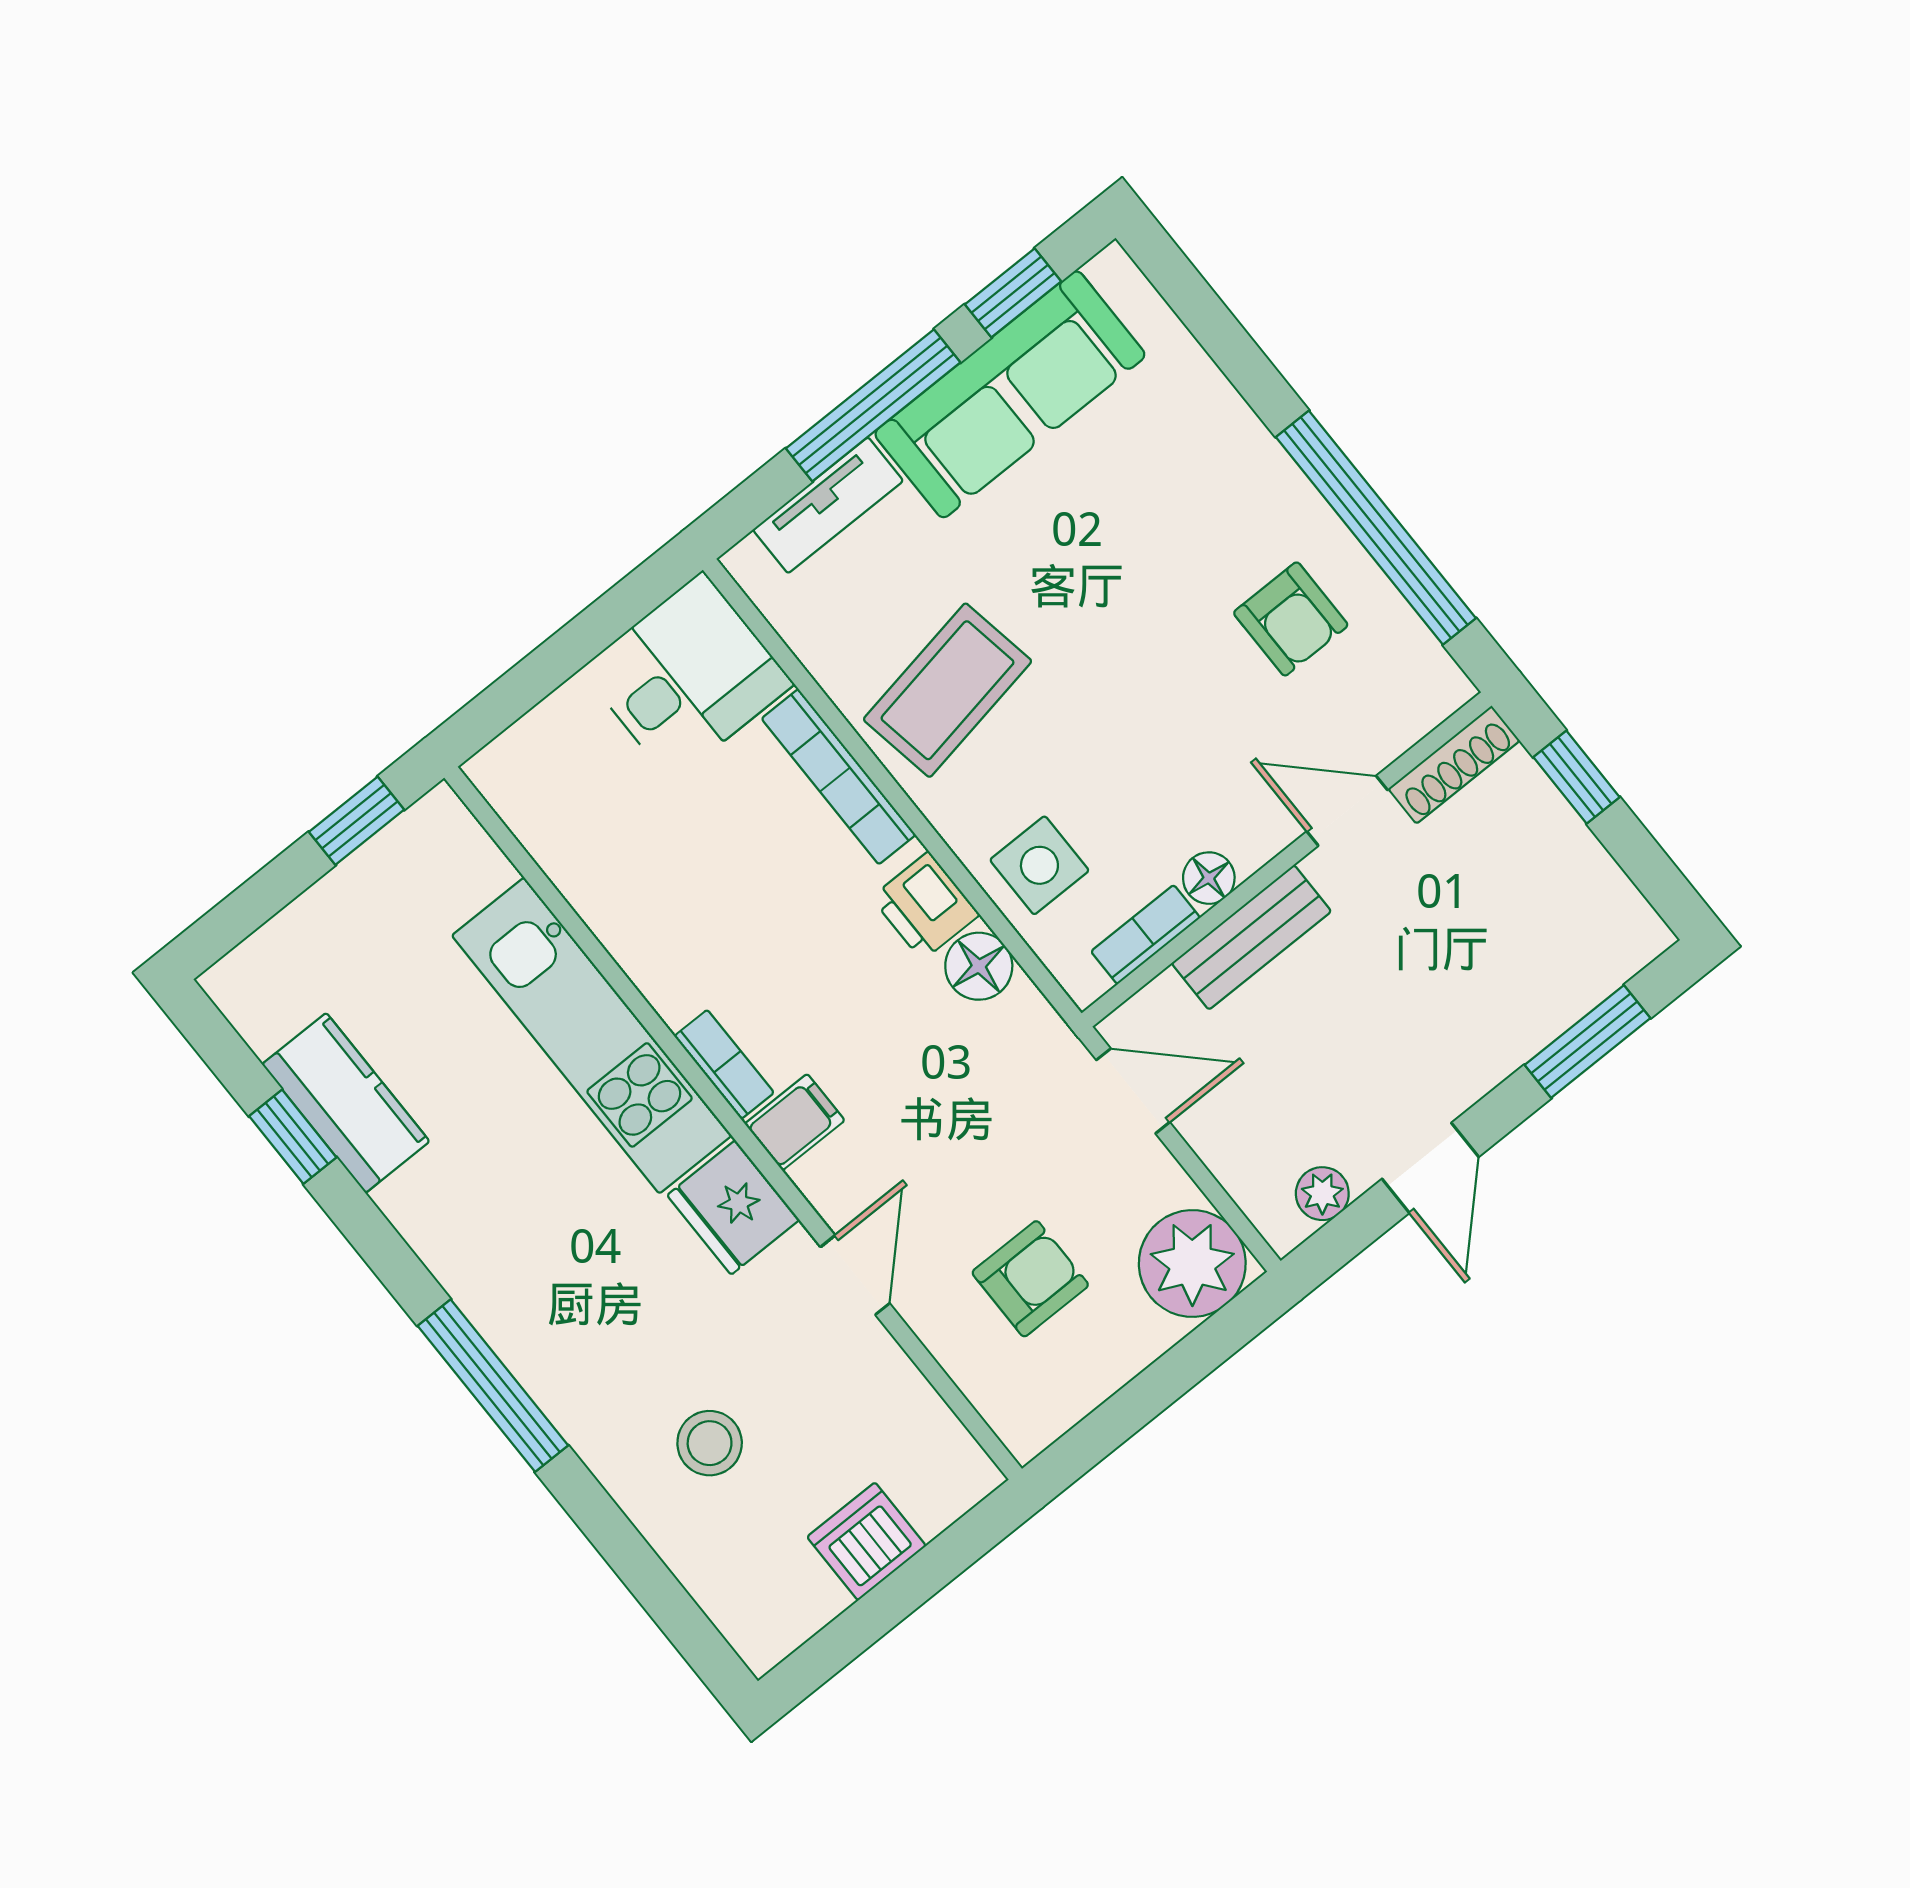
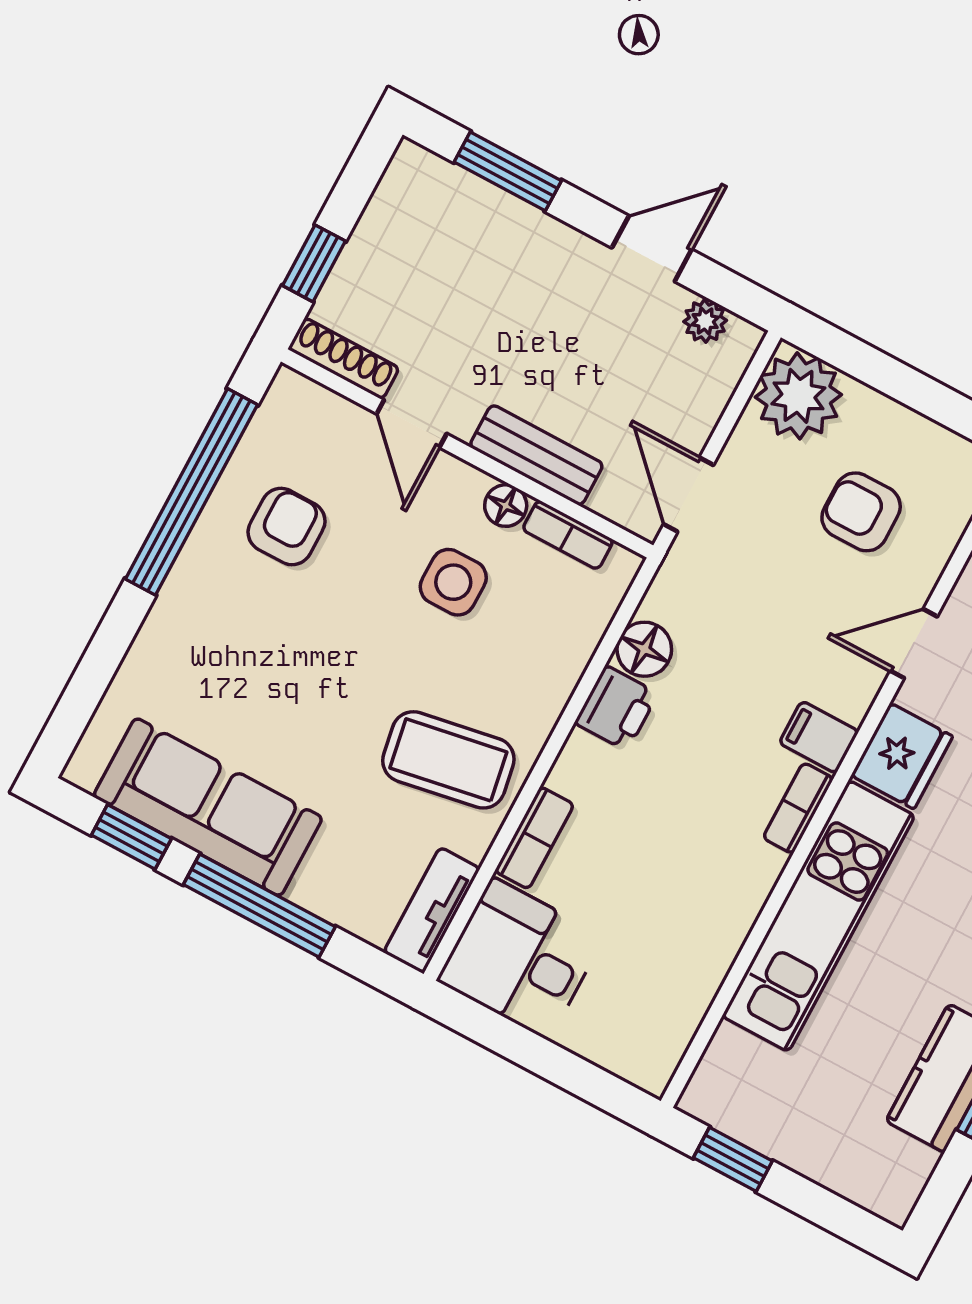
tv unit: (828, 505) -> (432, 910), moved, turned -90
bookcase: (839, 777) -> (534, 838), width x0.64
side table: (1039, 865) -> (453, 582), moved

